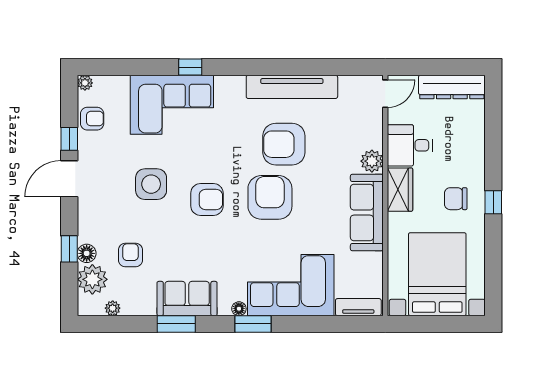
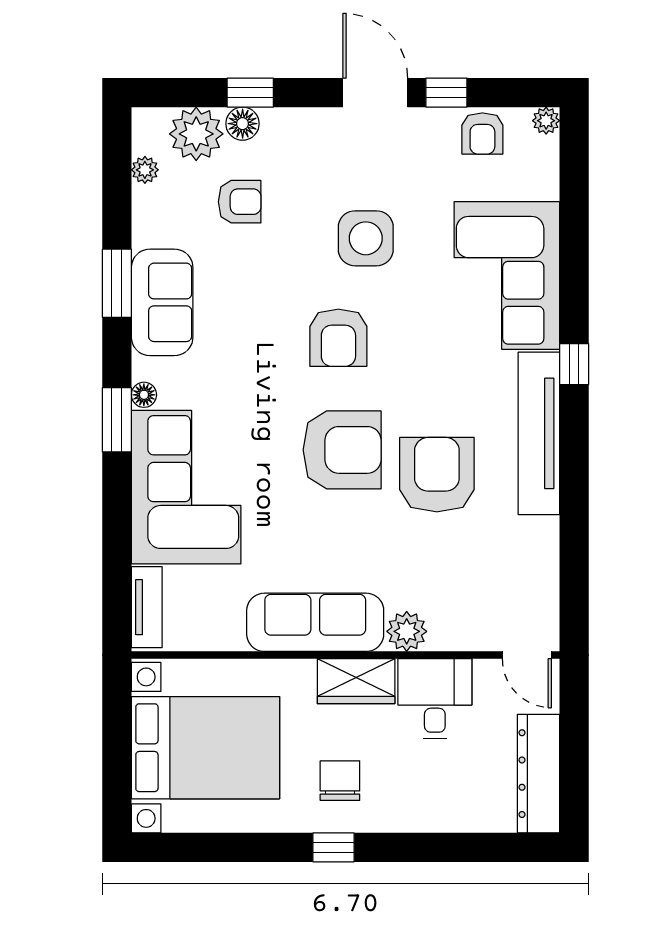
window: (190, 67) -> (574, 364), moved
tv unit: (292, 87) -> (539, 433), moved

